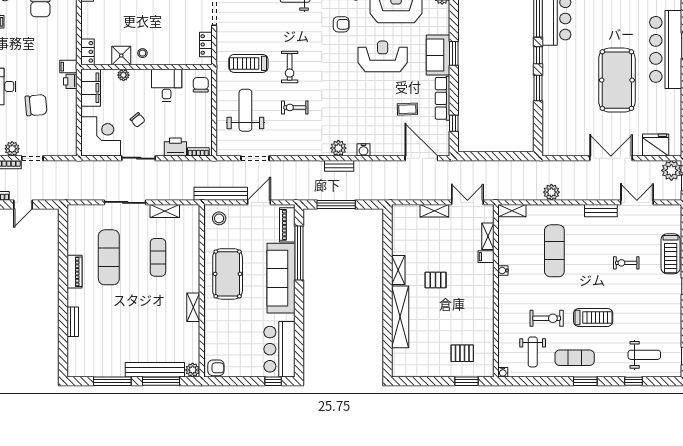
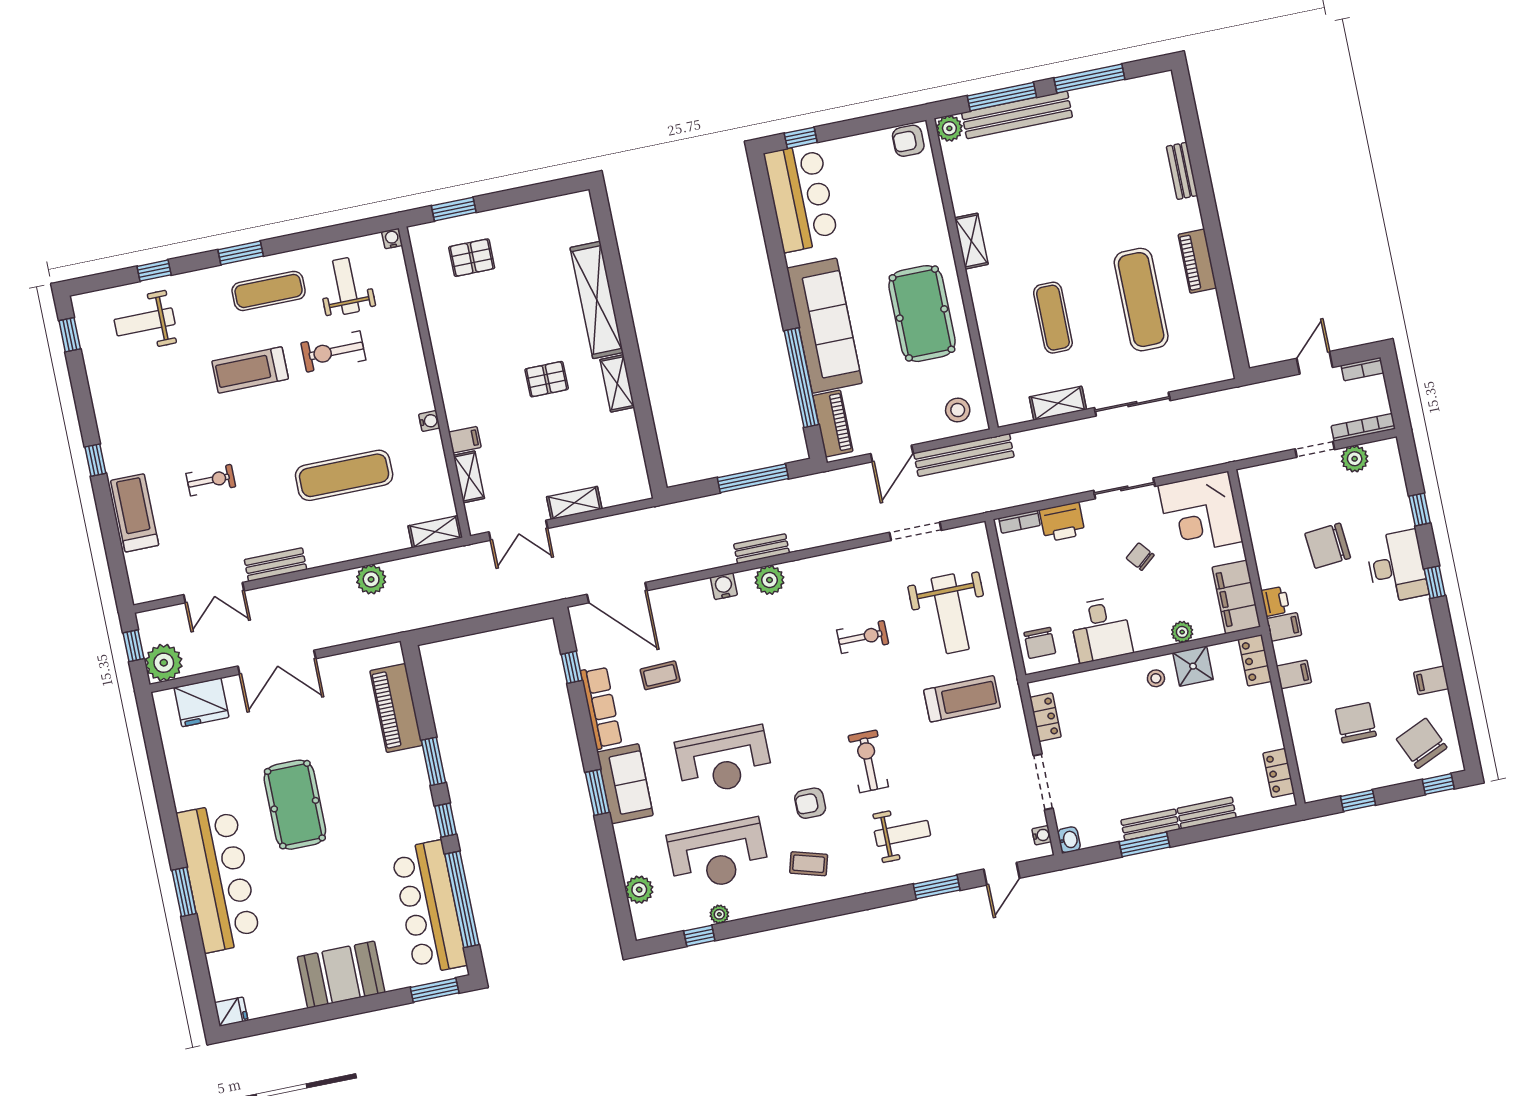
filing cabinet: (68, 40) -> (1294, 674), added
exercise bike: (290, 67) -> (868, 761), moved
pool table: (617, 80) -> (295, 805), width x0.73, depth x0.76
piano: (552, 121) -> (396, 708), added
exercise mat: (554, 251) -> (344, 475), turned 90

